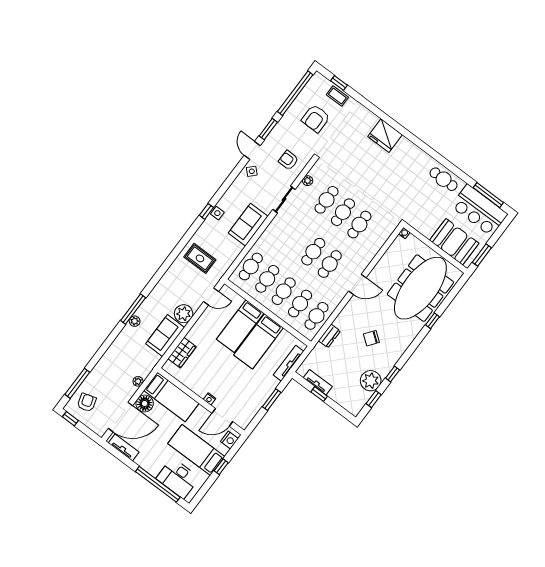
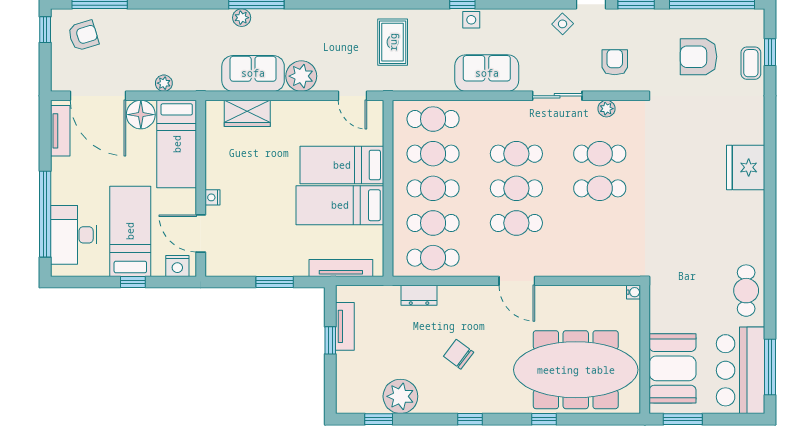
cafe table: (359, 225) -> (516, 154), moved
window: (393, 374) -> (470, 419), moved

